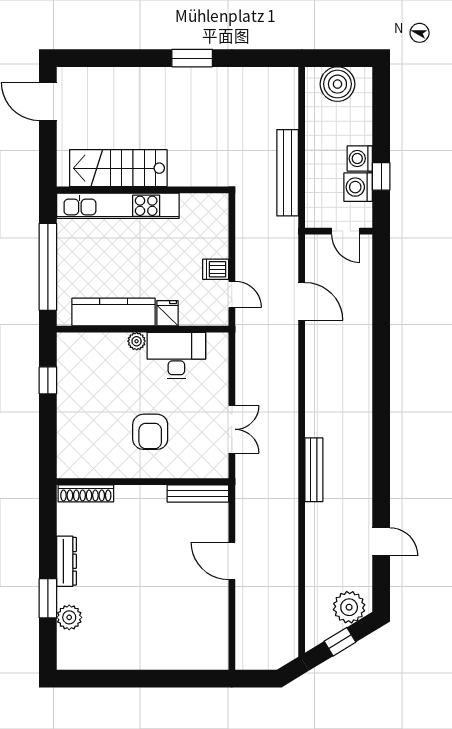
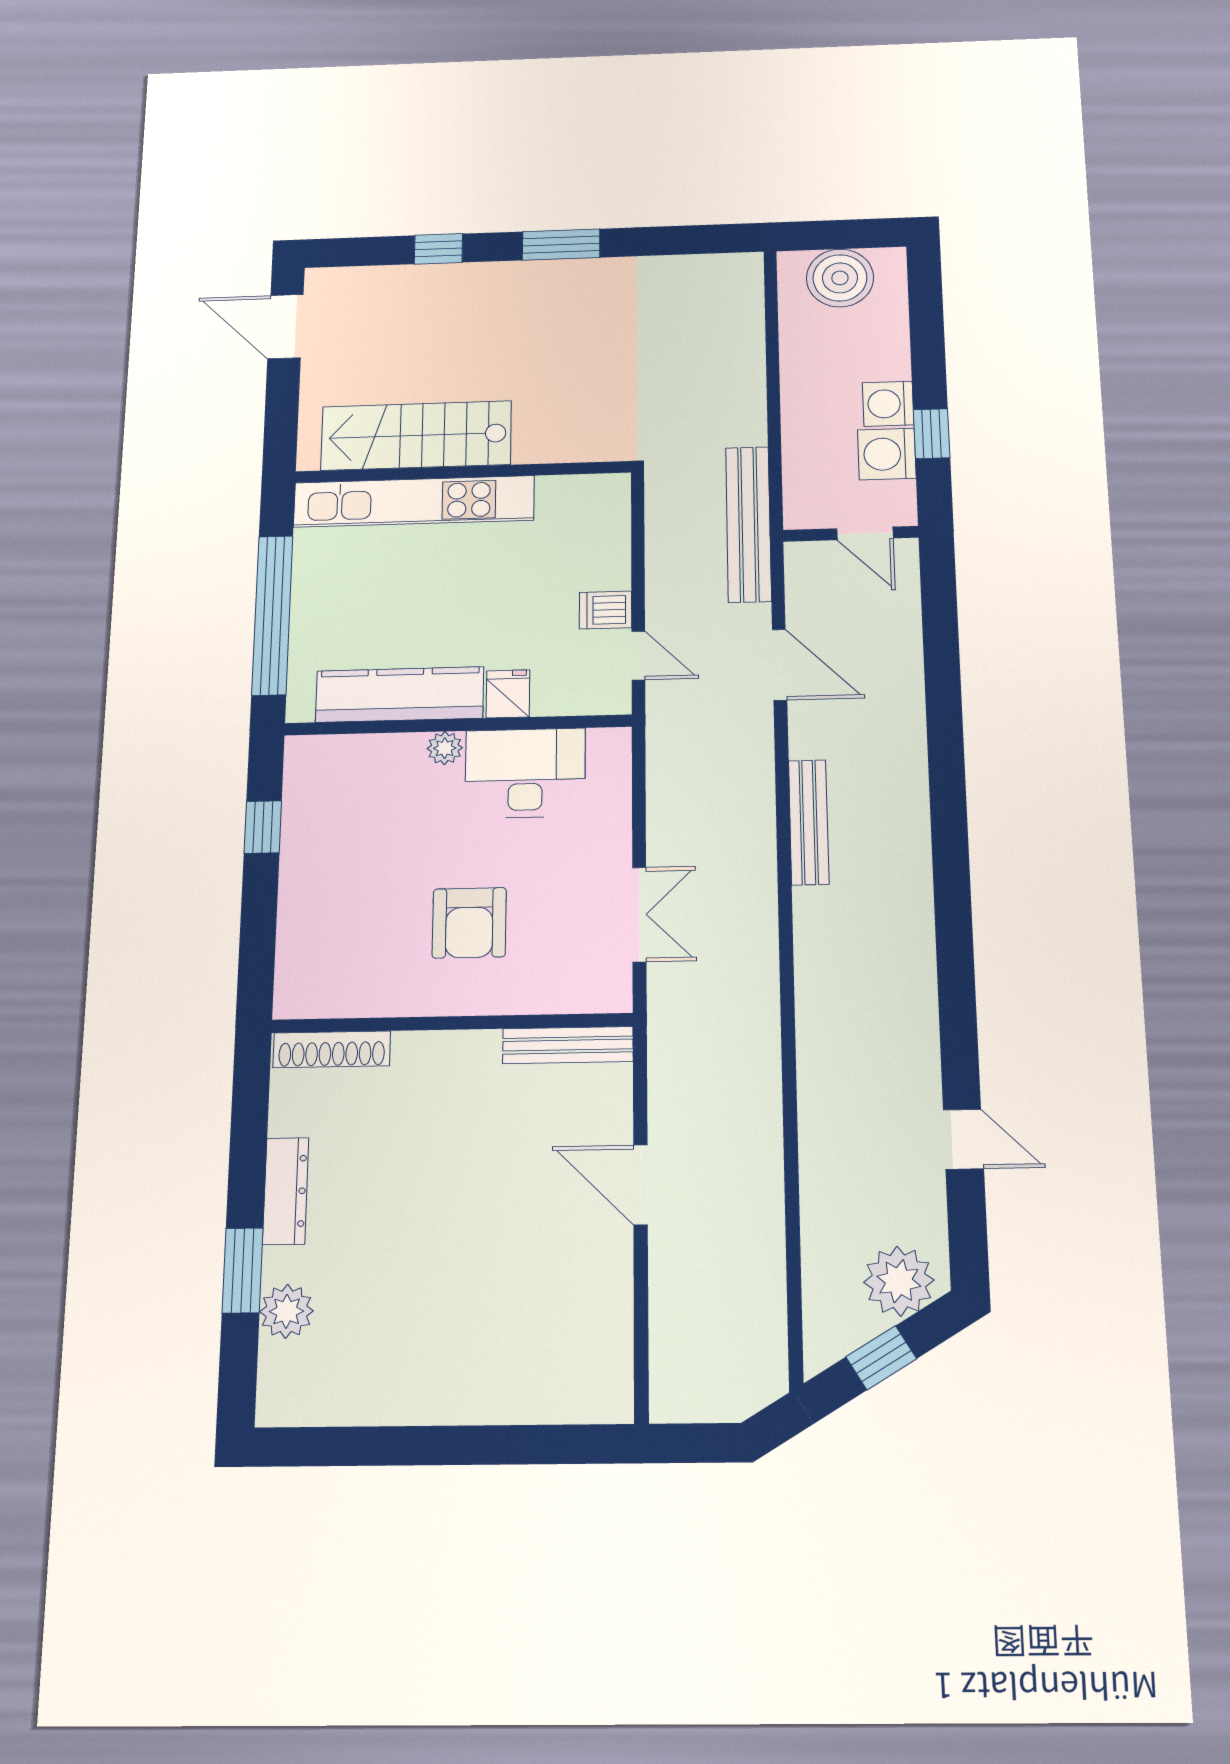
window: (127, 58) -> (438, 249), added
bench: (288, 173) -> (748, 524), moved
bench: (314, 470) -> (809, 822), moved

